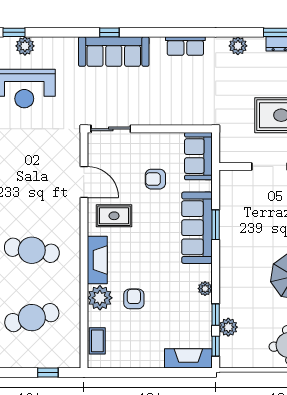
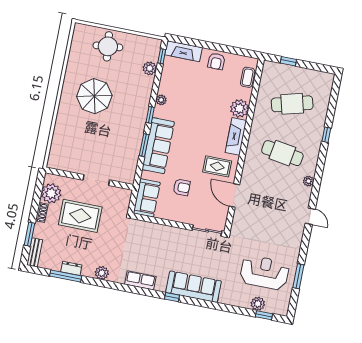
window: (109, 32) -> (172, 297), moved
armchair: (134, 299) -> (216, 61), moved
window: (216, 315) -> (150, 115), moved

